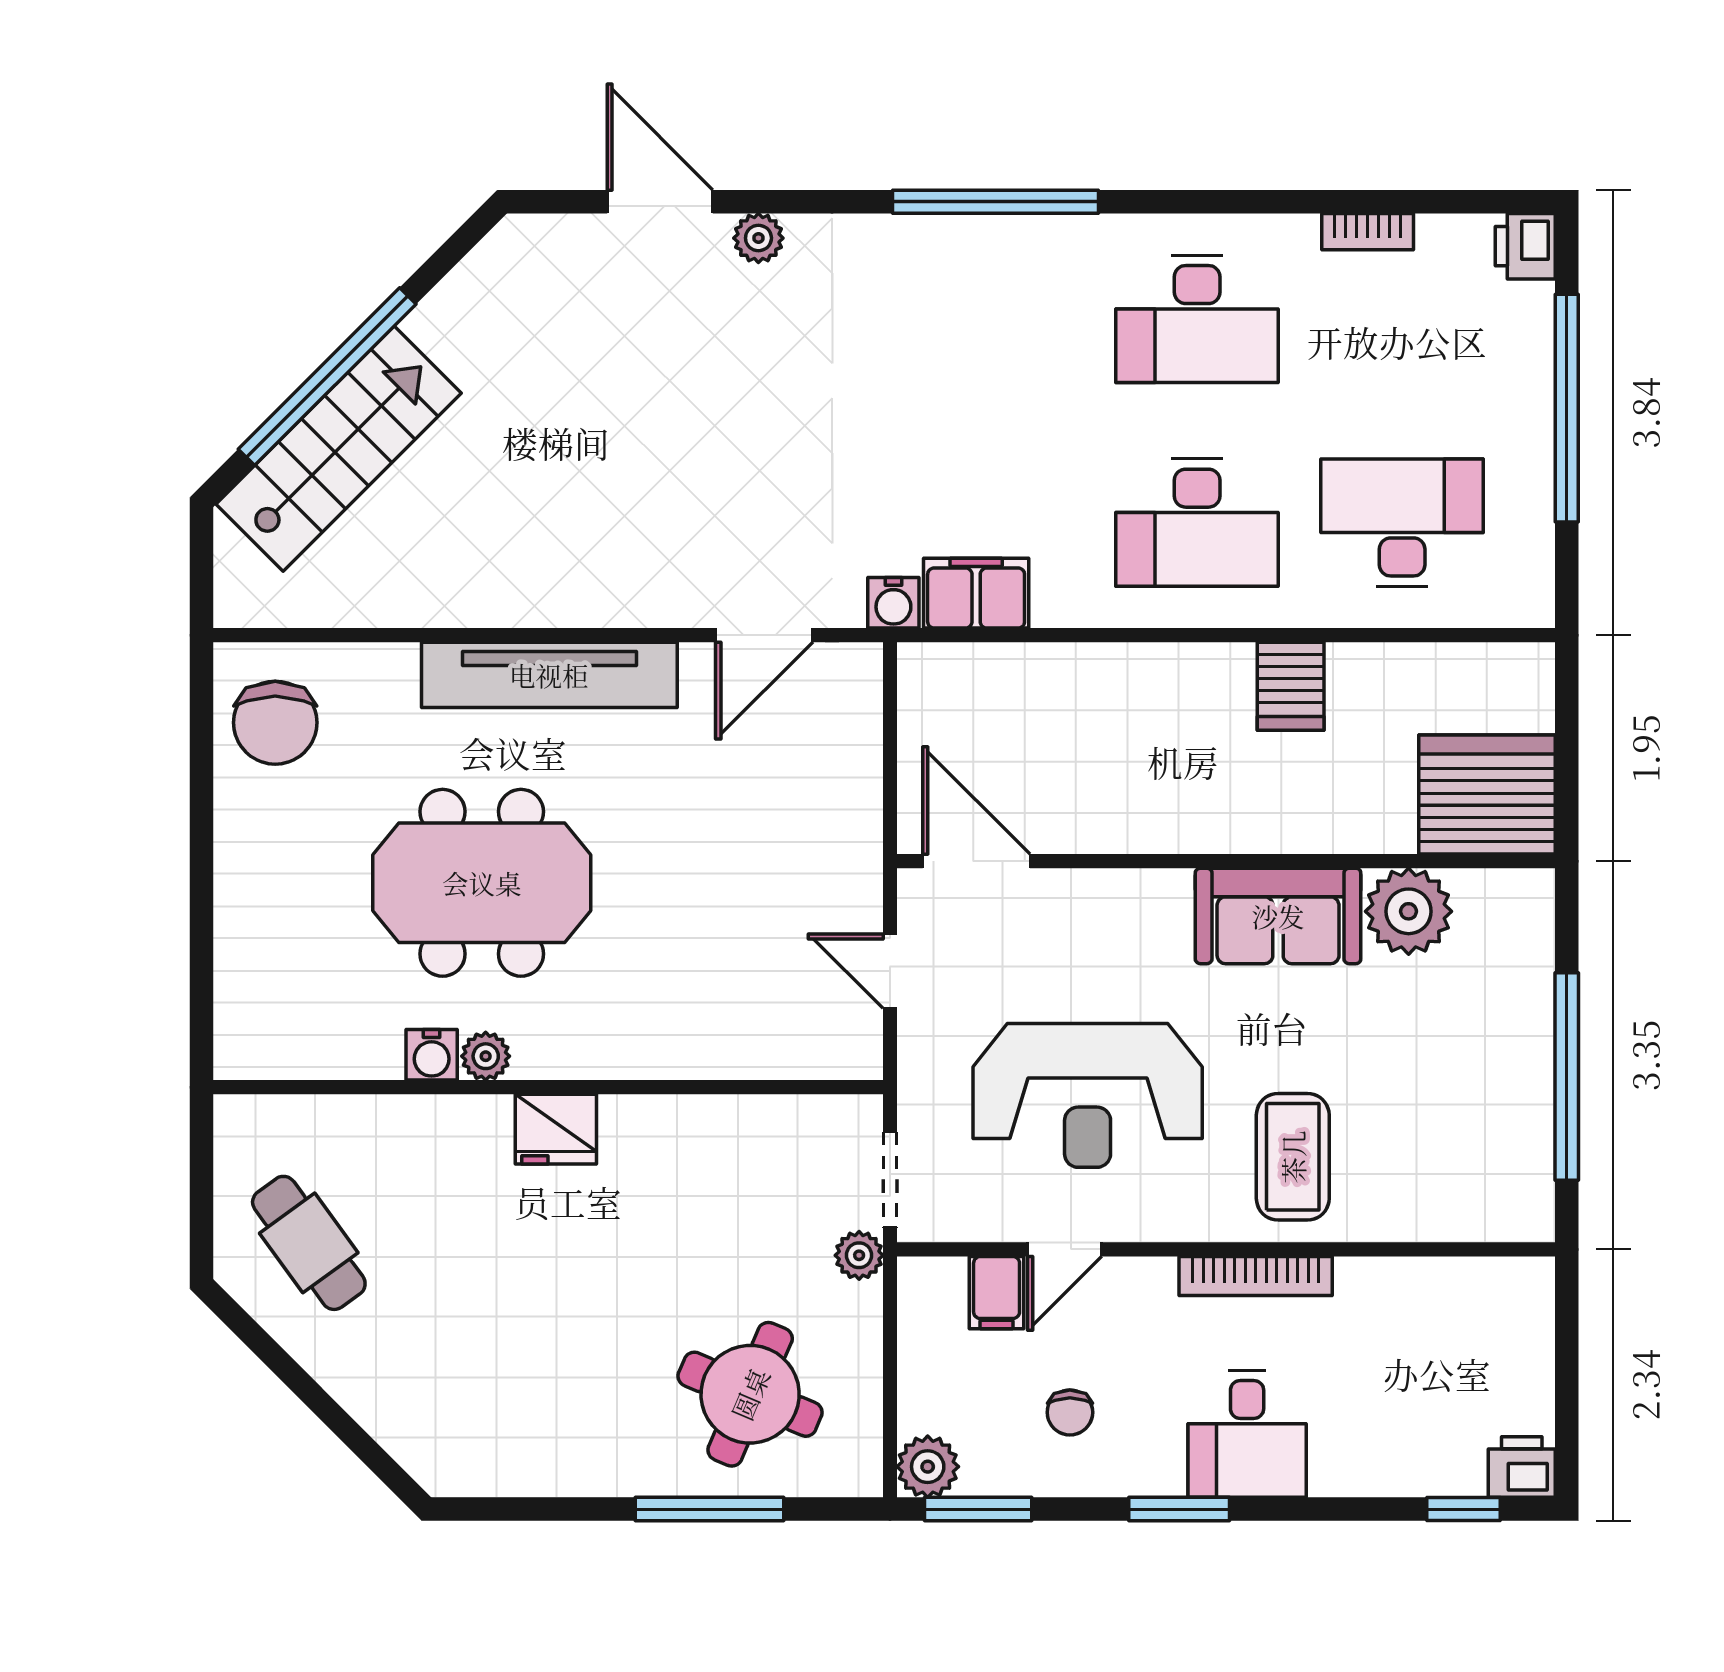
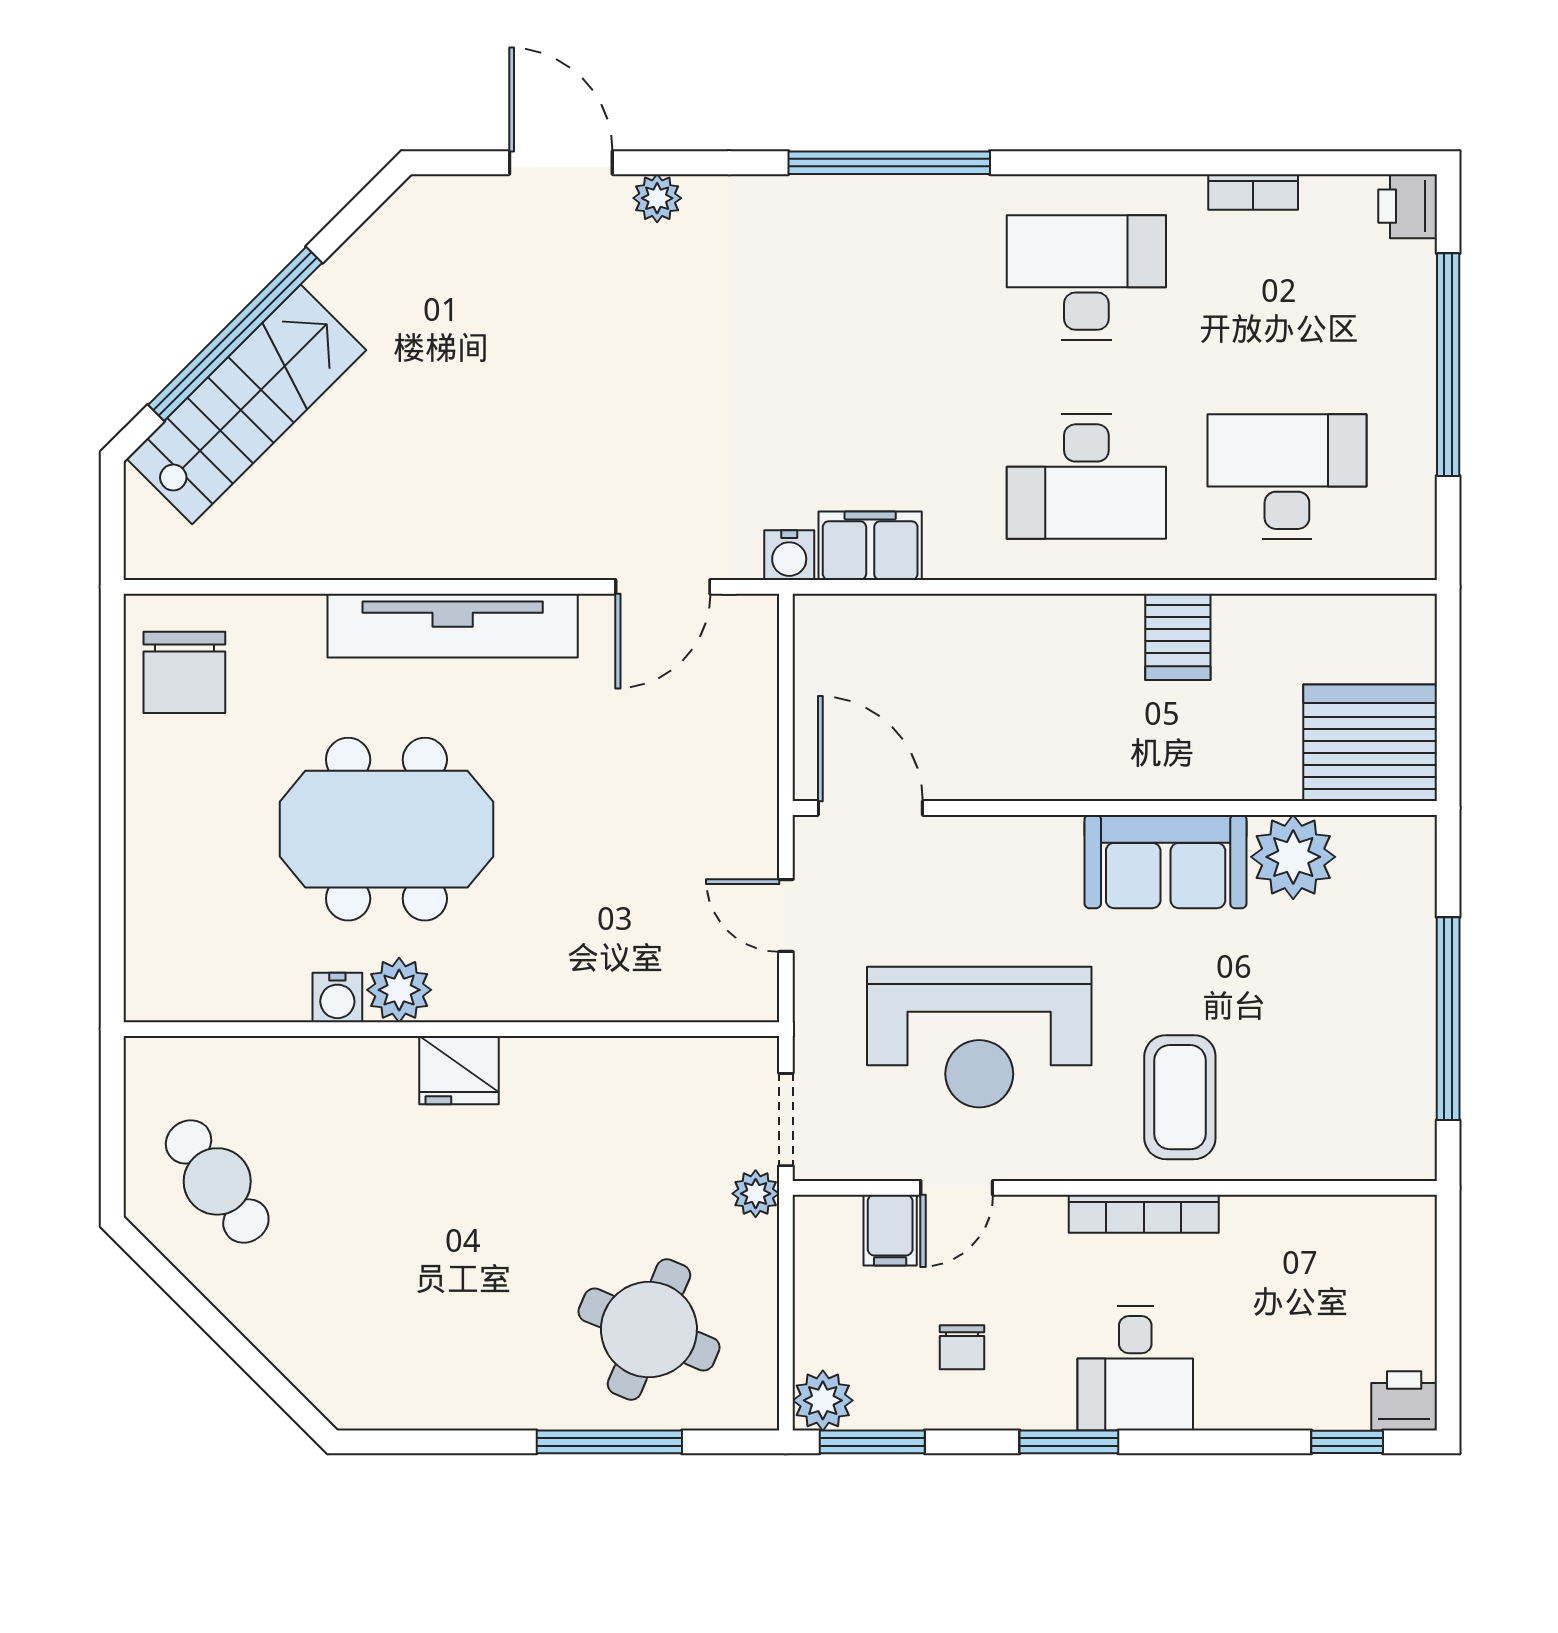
desk: (1197, 319) -> (1086, 277), turned 180
plant: (486, 1056) -> (399, 990), width x1.38, depth x1.38

